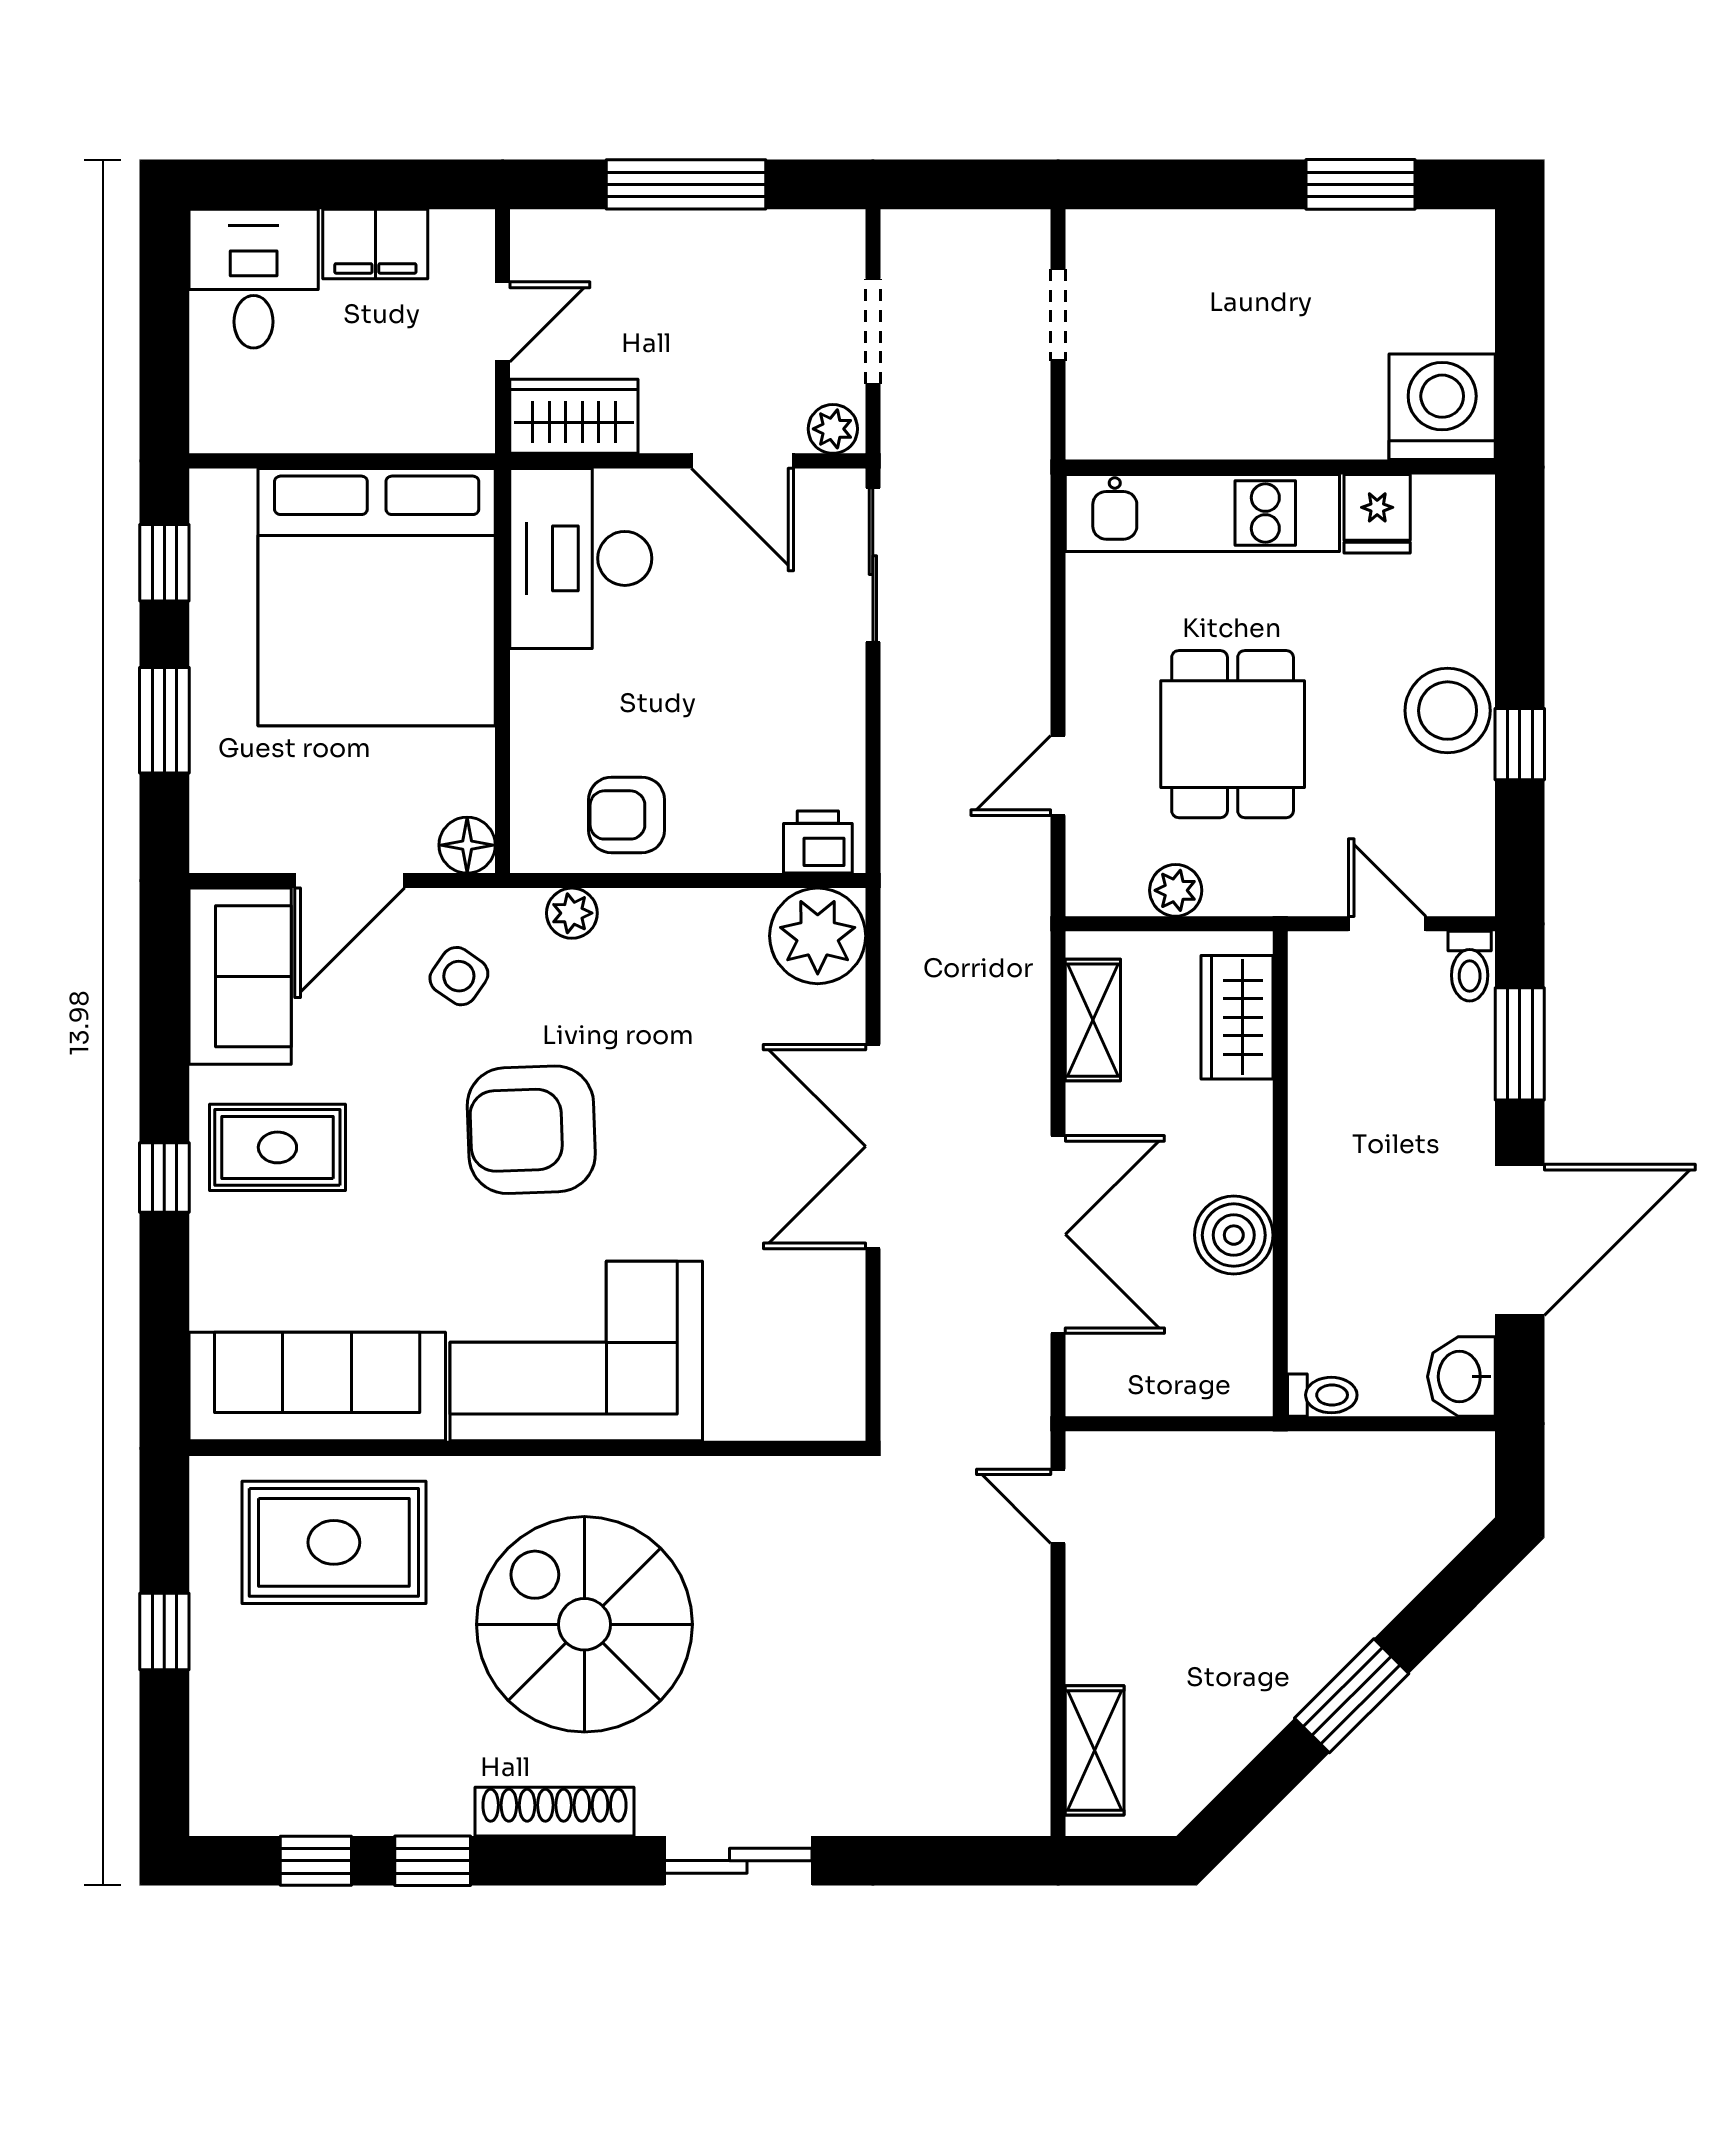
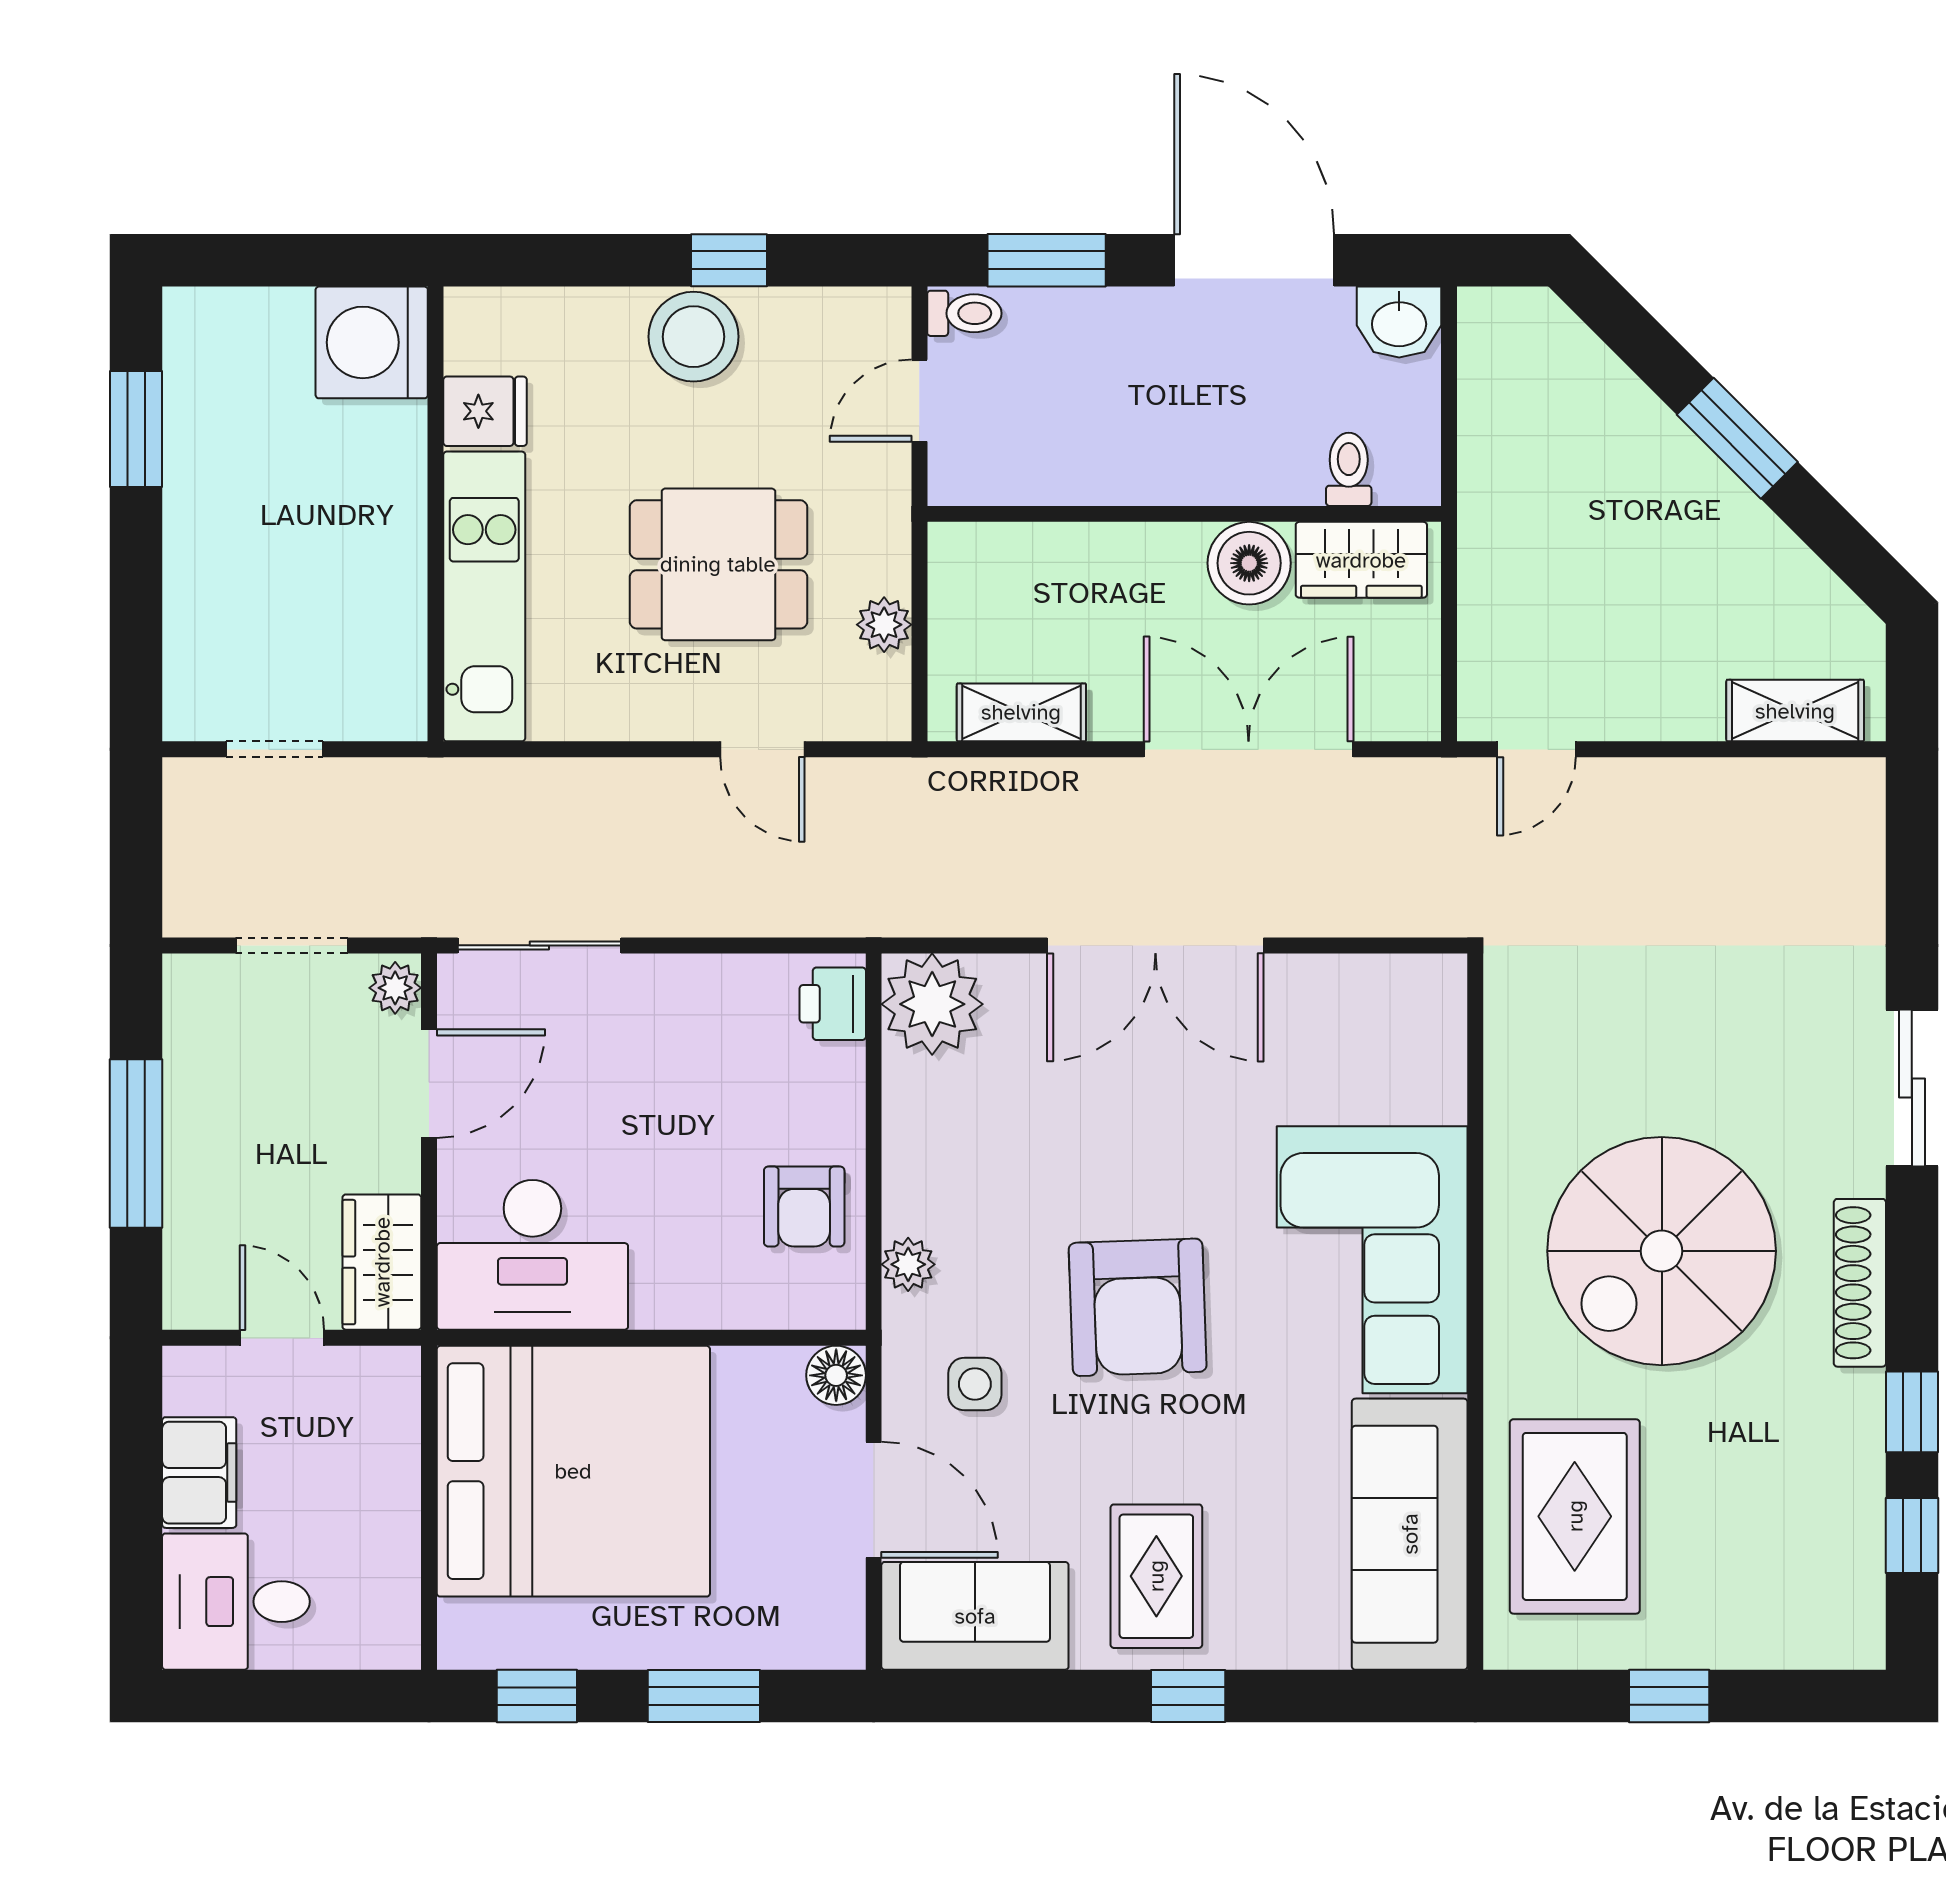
side table: (459, 976) -> (975, 1384), turned -35
wardrobe: (1237, 1017) -> (1361, 560), moved
toilet: (1322, 1395) -> (1349, 469), moved

